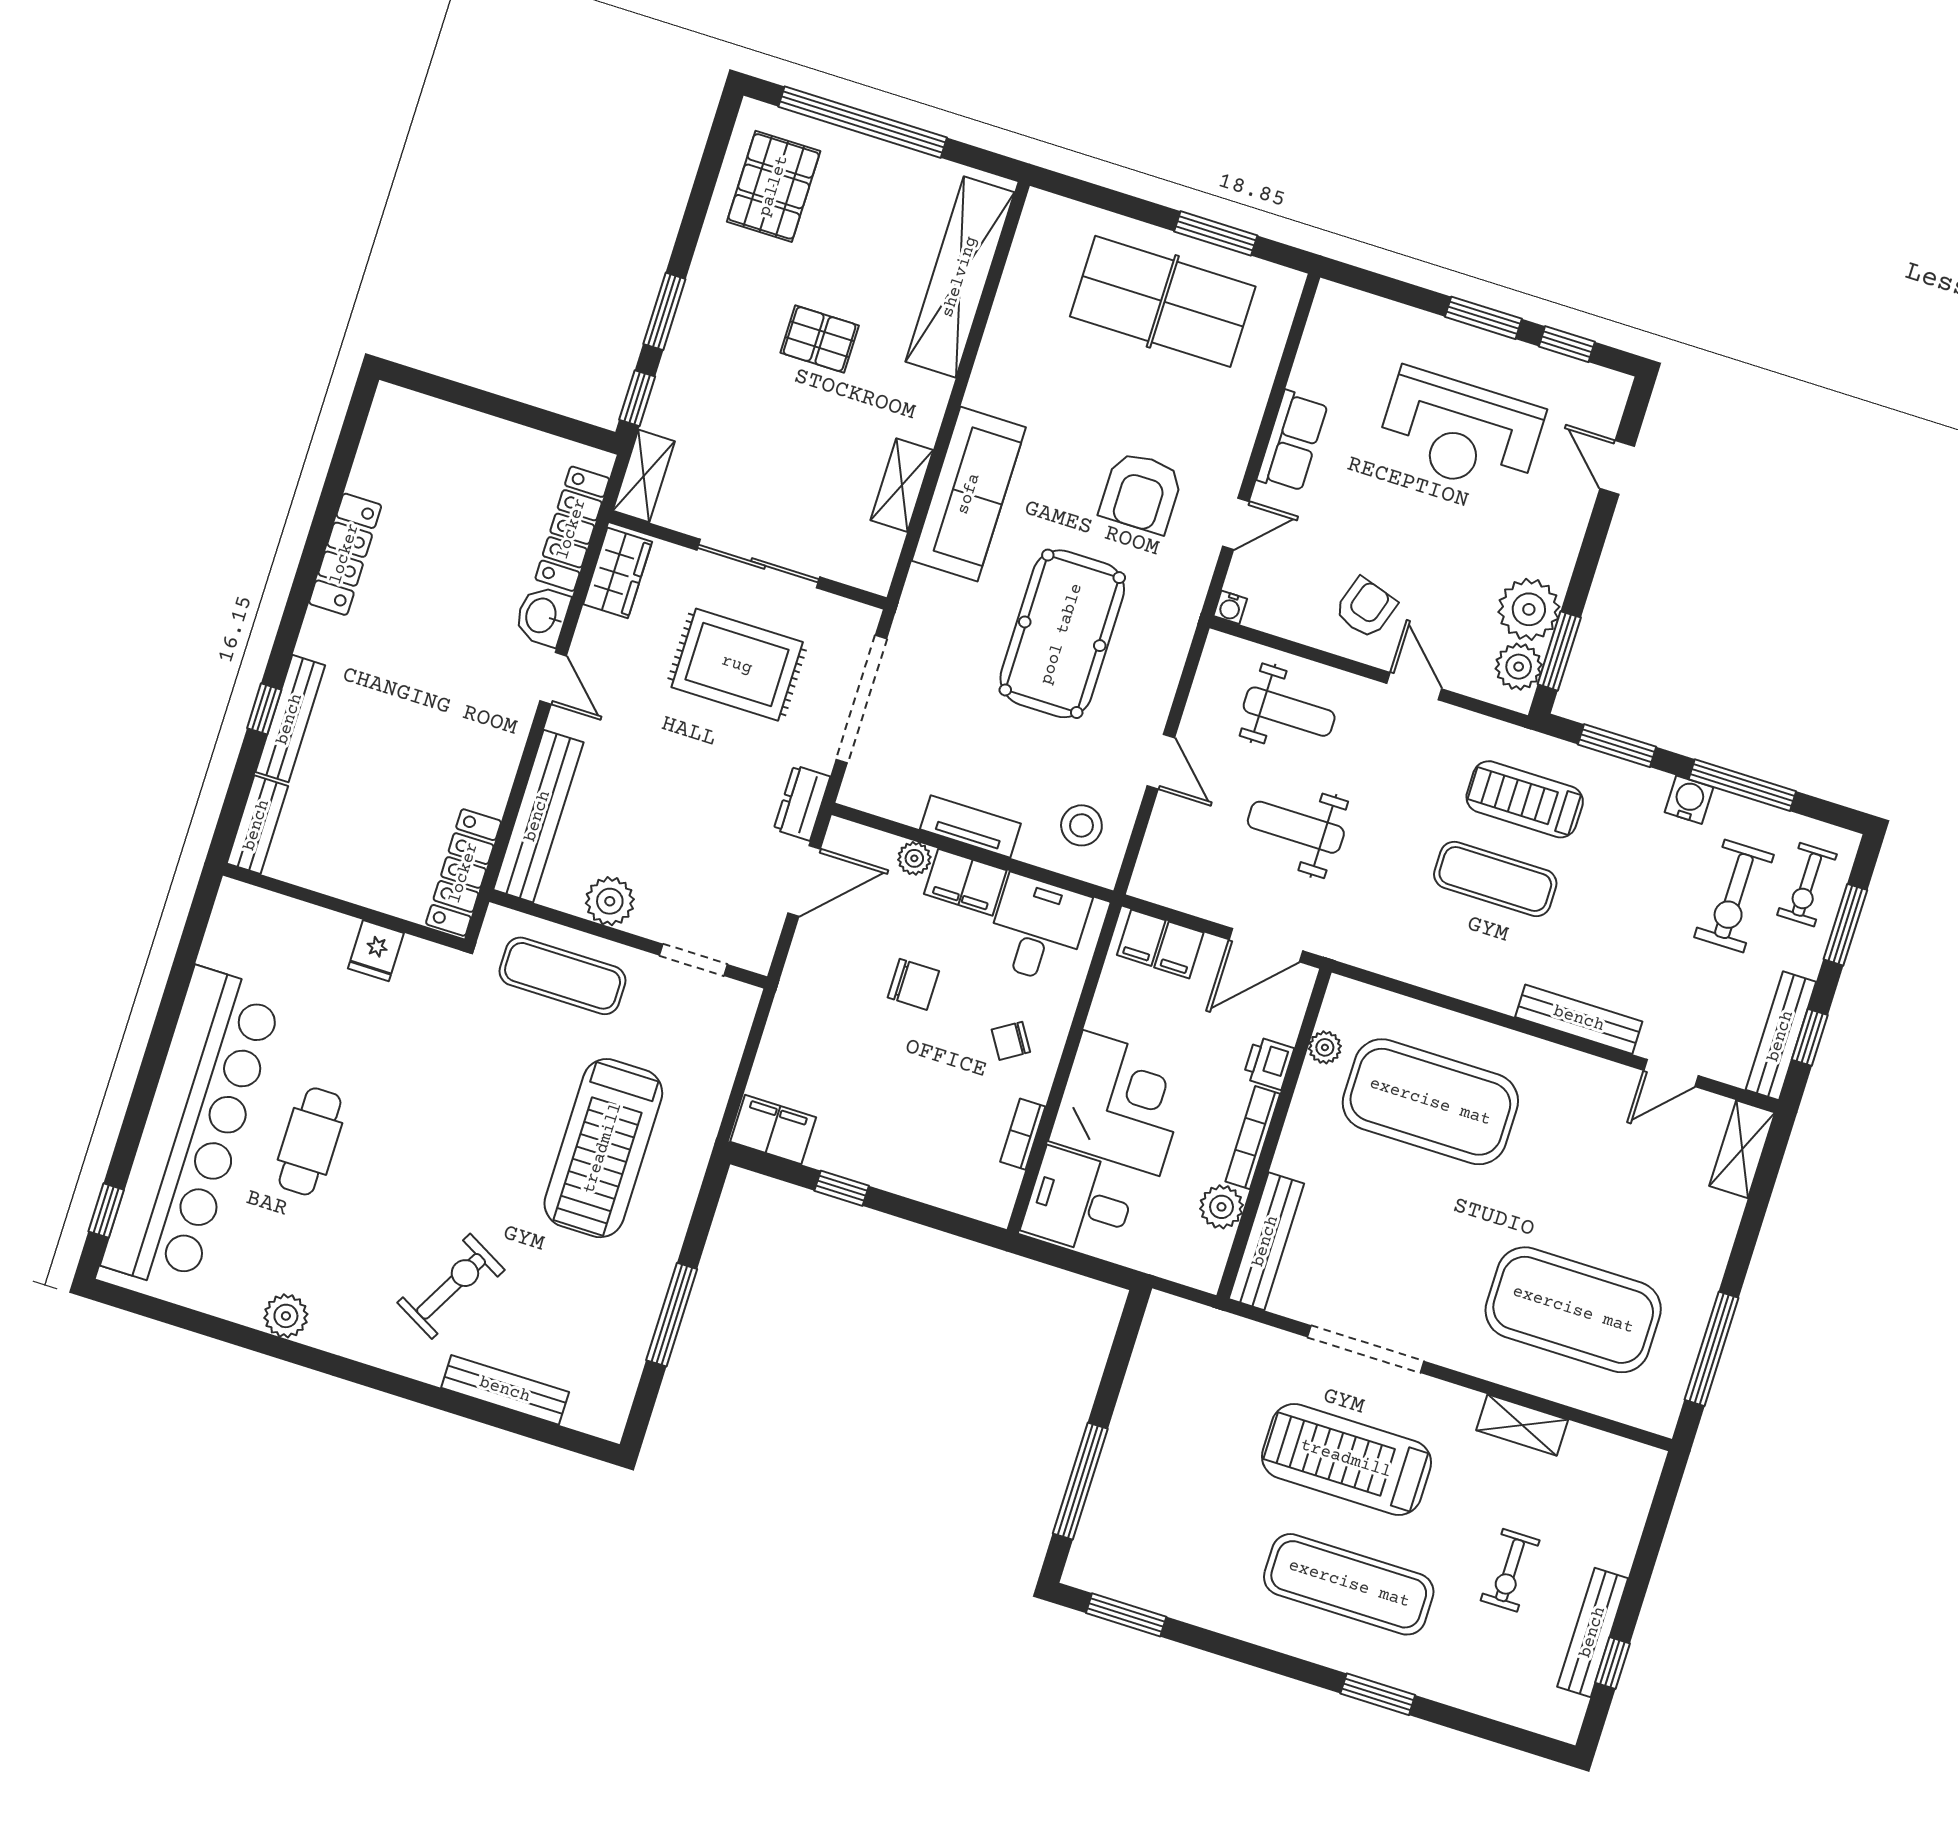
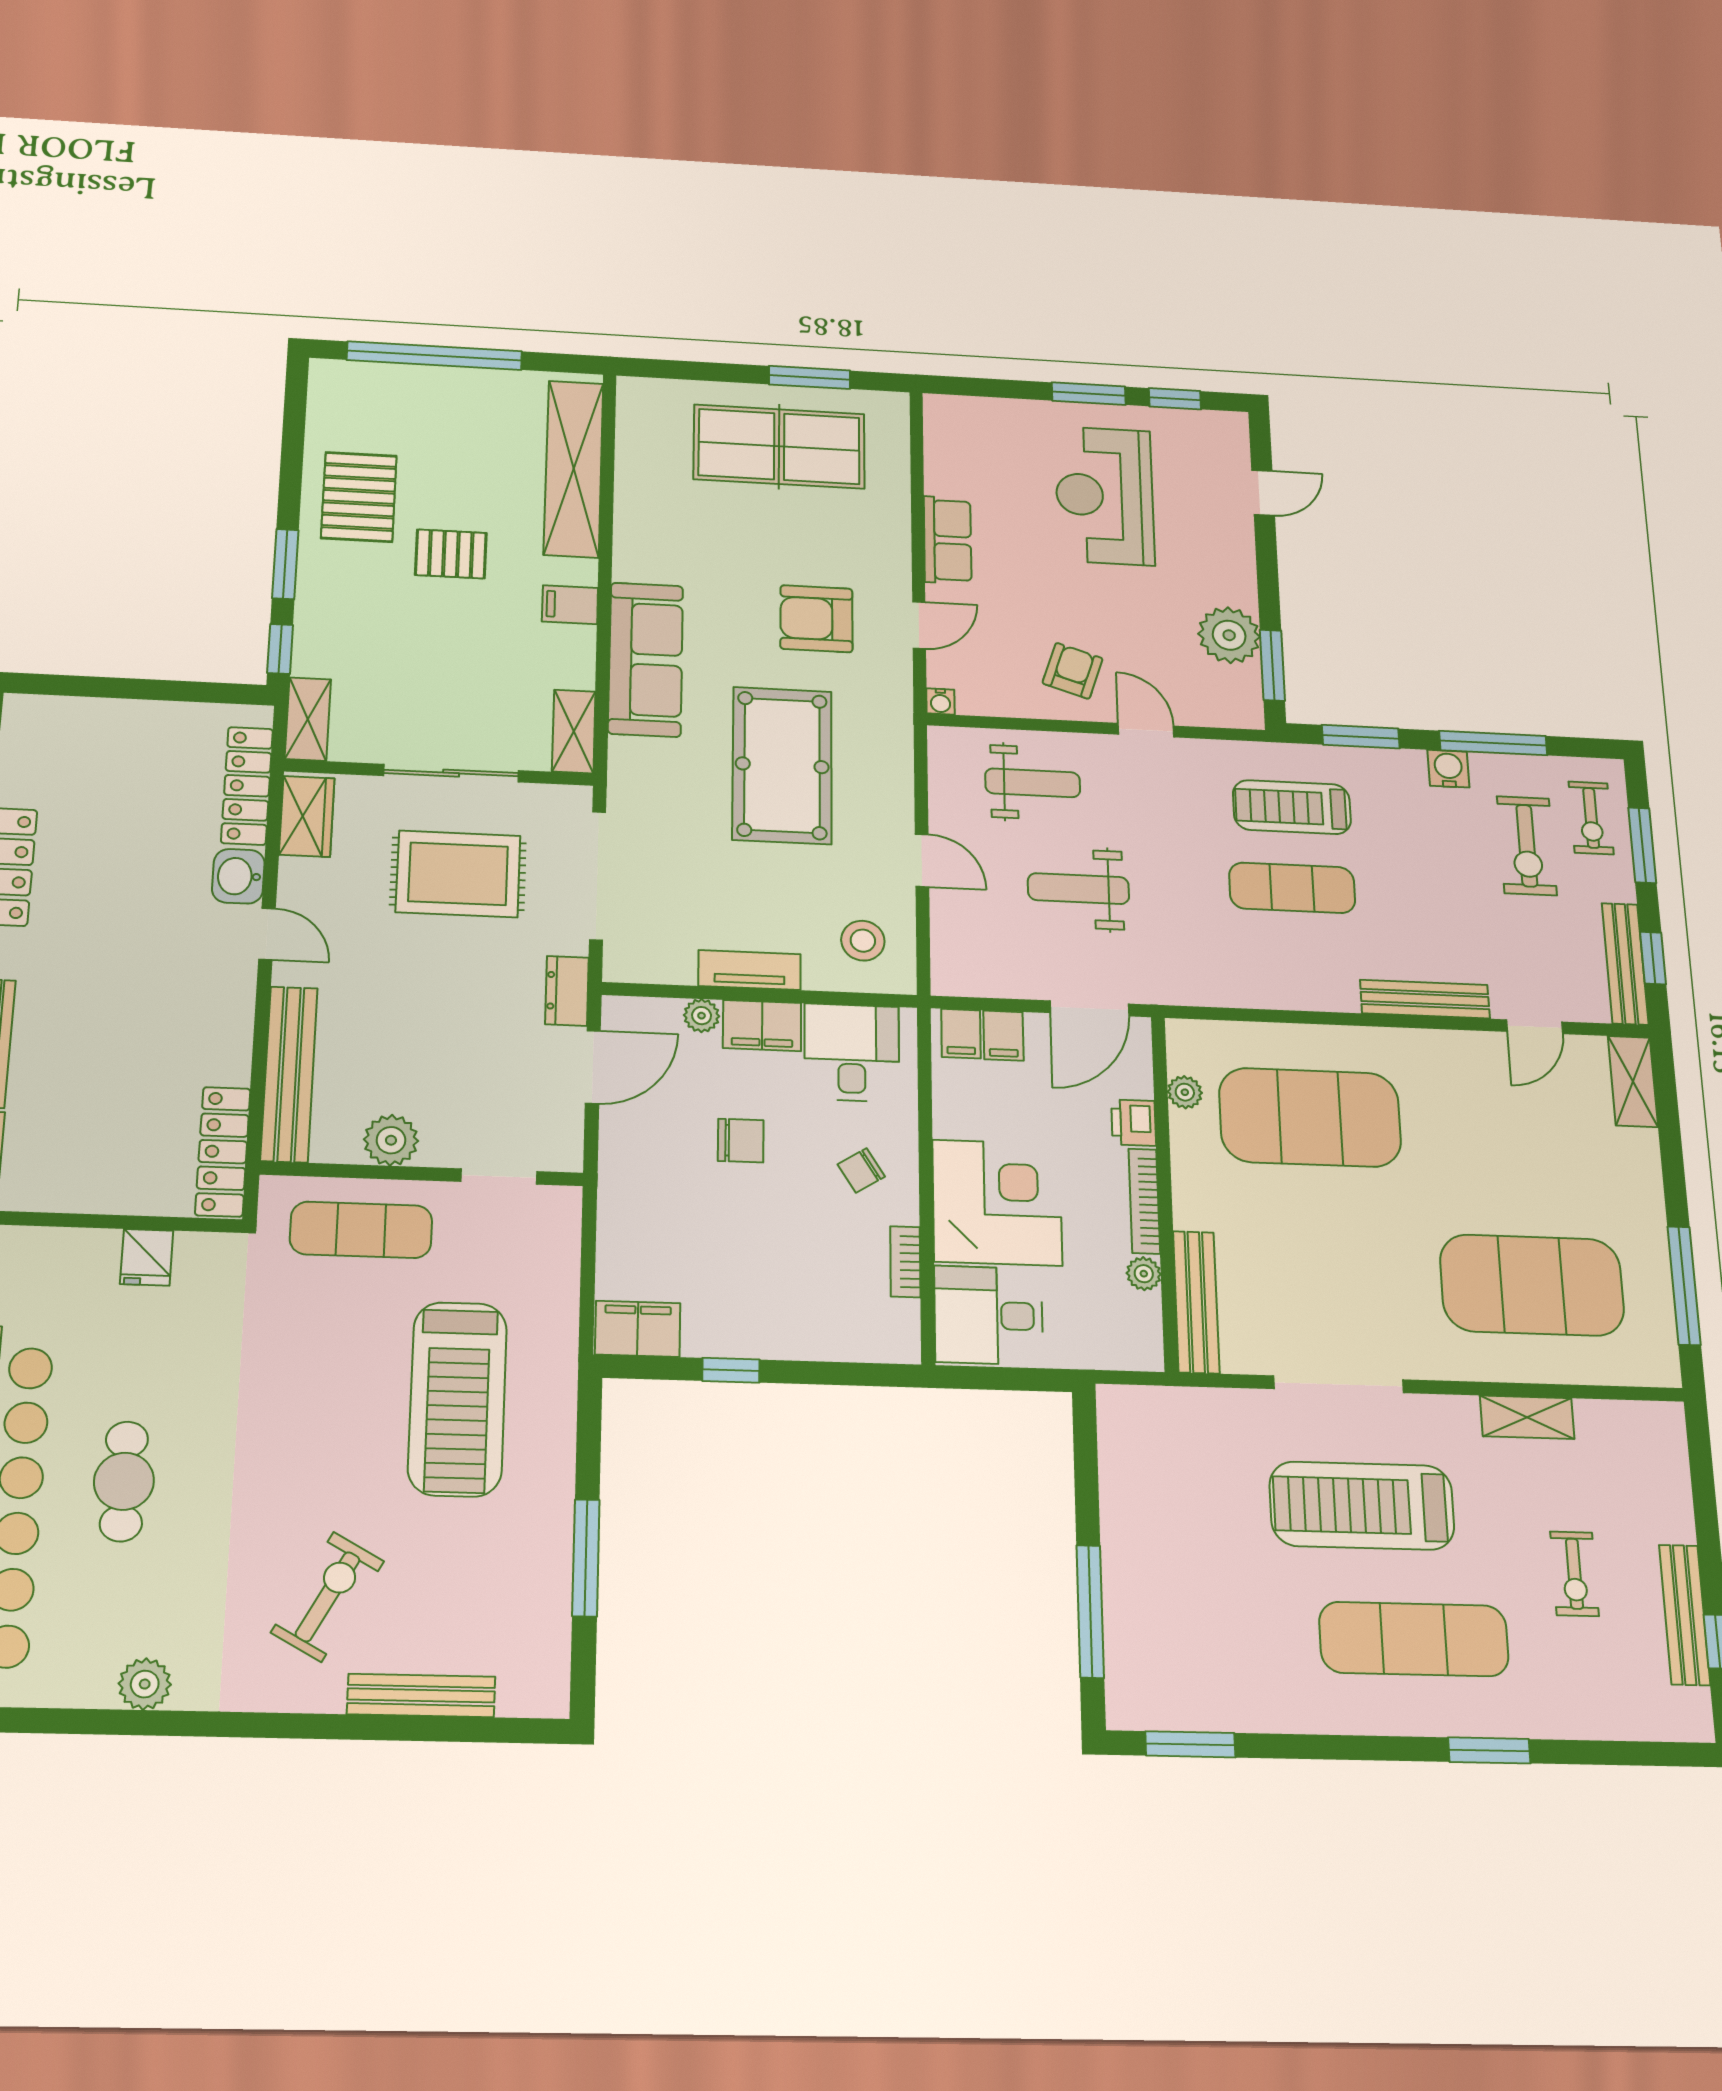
pallet: (774, 186) -> (359, 497), moved
filing cabinet: (915, 420) -> (570, 605), added
reception desk: (1460, 432) -> (1105, 496), turned 90
door: (1617, 467) -> (1263, 493), swing flipped
shelving: (902, 485) -> (574, 731), moved
armchair: (1141, 493) -> (816, 619), turned 90
plant: (1519, 667) -> (1239, 688), removed
plant: (1221, 1207) -> (1144, 1274), width x0.73, depth x0.73

